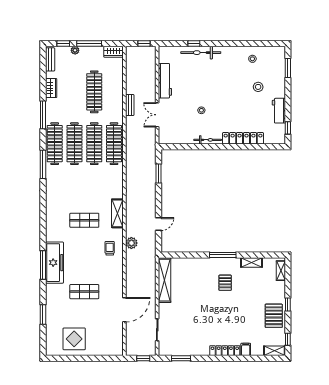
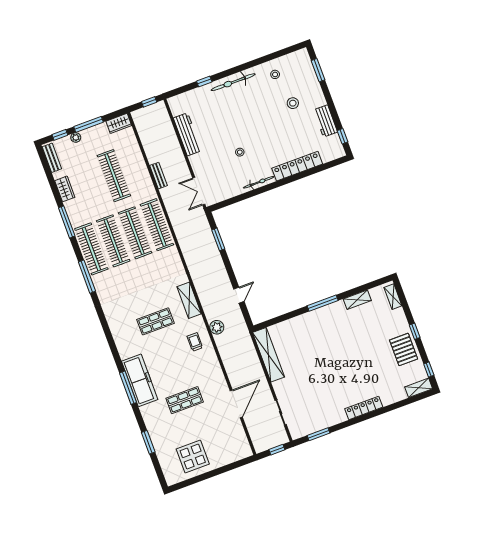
bicycle: (201, 53) -> (233, 82), moved
double door: (157, 115) -> (199, 191), moved
pallet: (225, 283) -> (336, 333), removed
filing cabinet: (246, 349) -> (386, 398), removed

